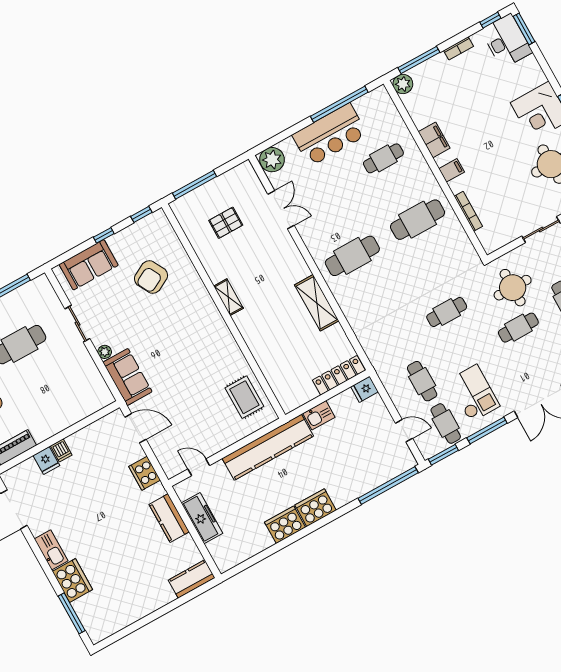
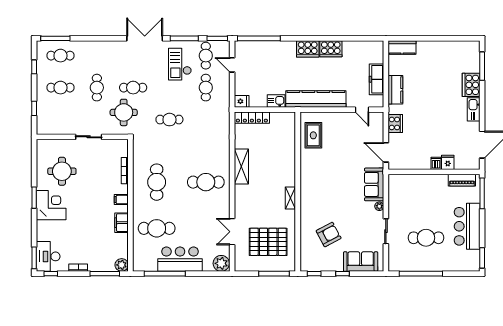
cafe table: (383, 158) -> (157, 228), width x1.37, depth x1.35
cafe table: (418, 220) -> (157, 182), turned 90
pallet: (226, 223) -> (268, 242), width x2.05, depth x2.00

